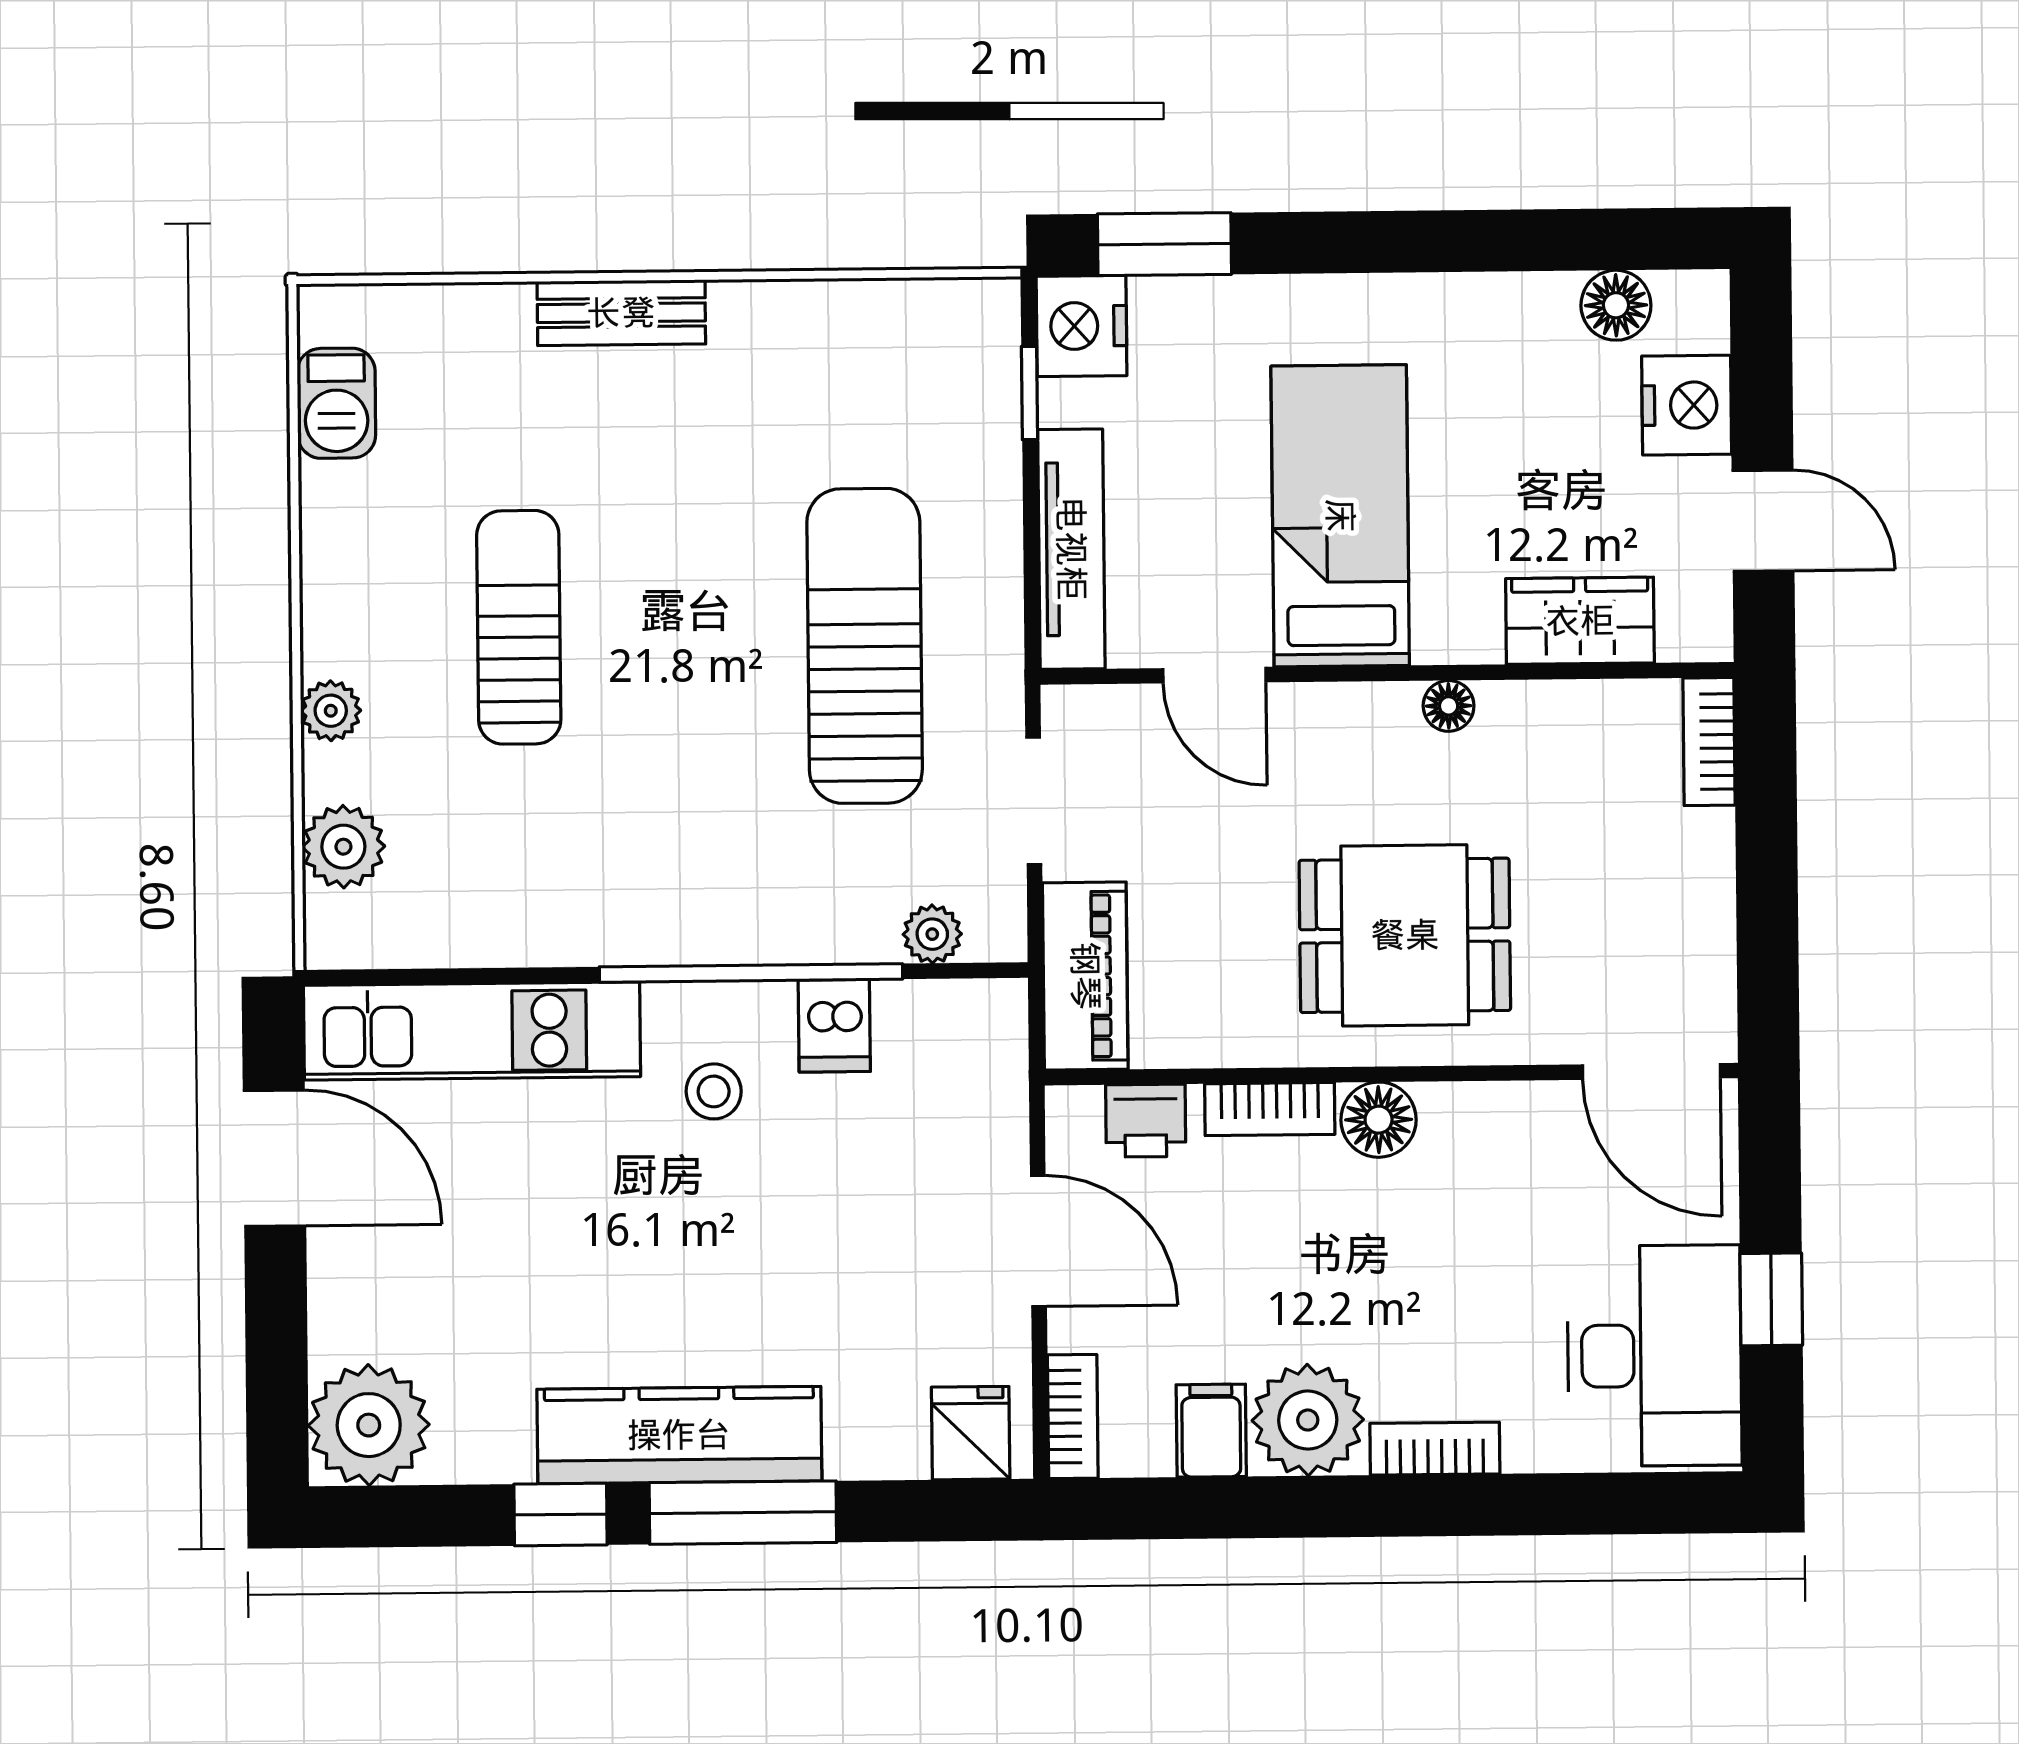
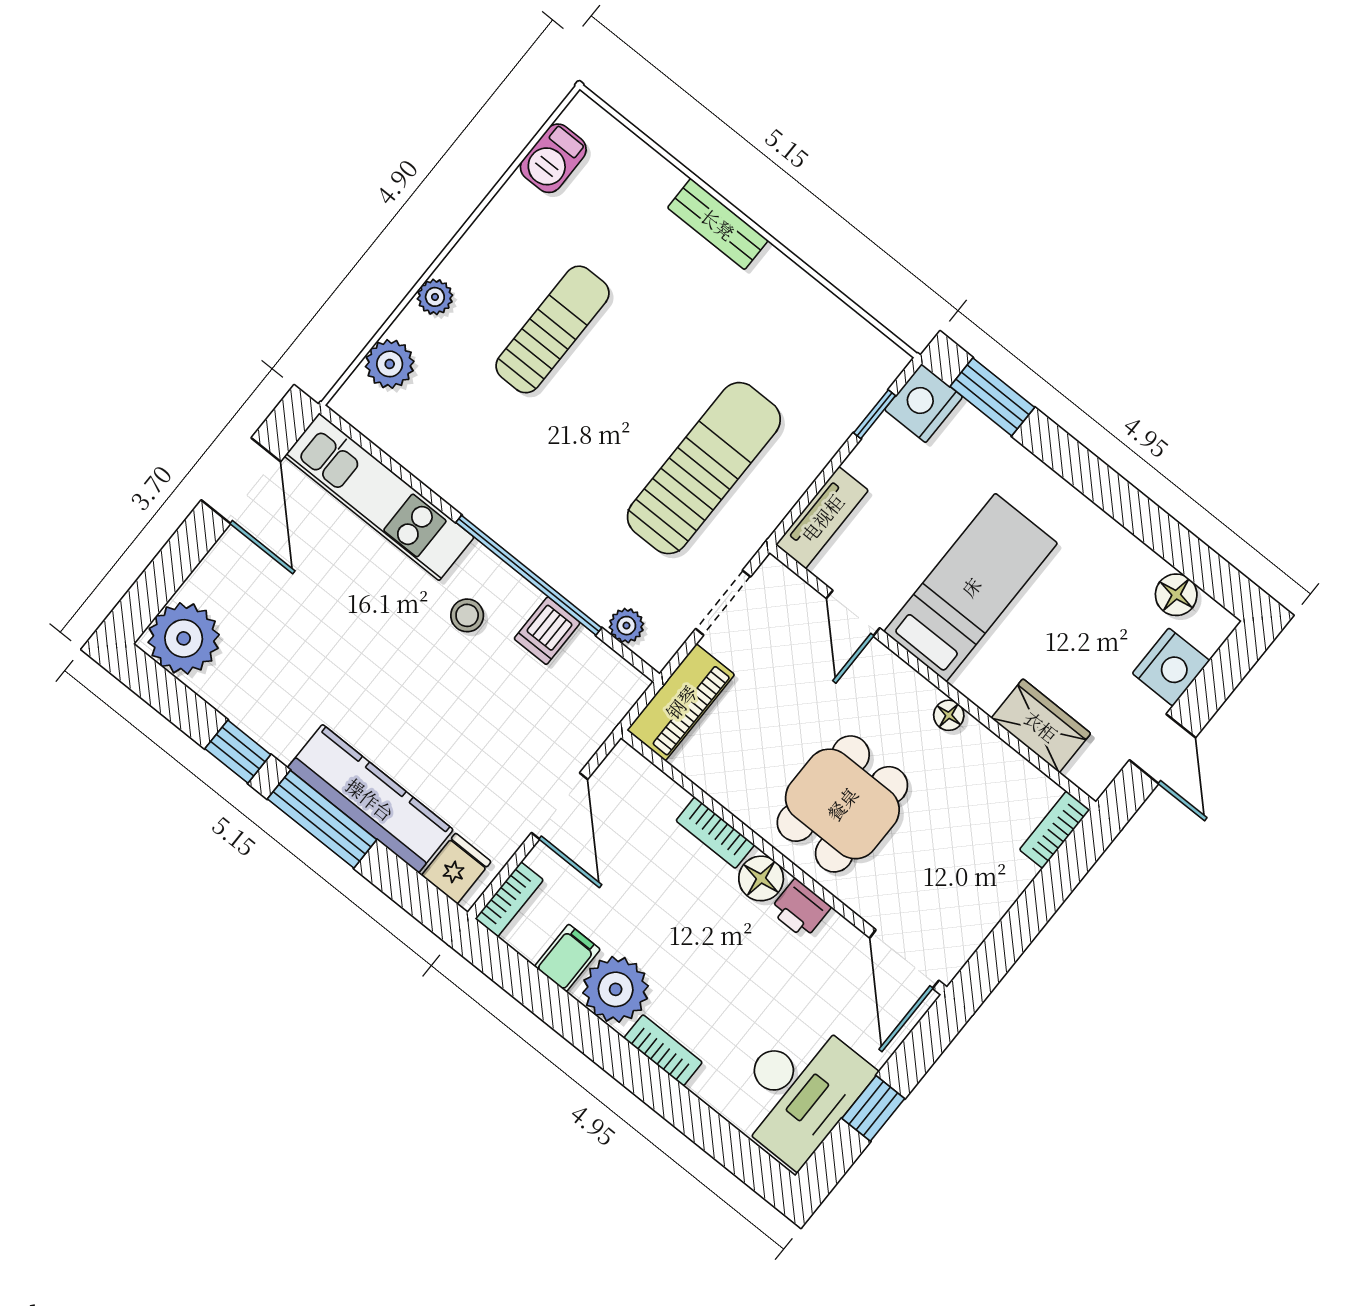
tv unit: (1071, 549) -> (822, 518), width x0.71
dining table: (1405, 935) -> (842, 804), turned 90
printer: (1146, 1121) -> (800, 909), moved
kitchen counter: (679, 1435) -> (370, 799), moved

